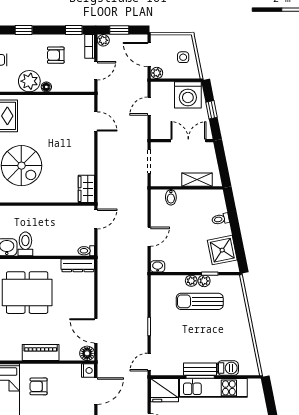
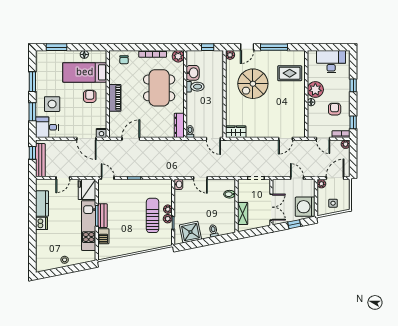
window: (119, 30) -> (353, 156), removed
floor lamp: (87, 353) -> (114, 132), removed

